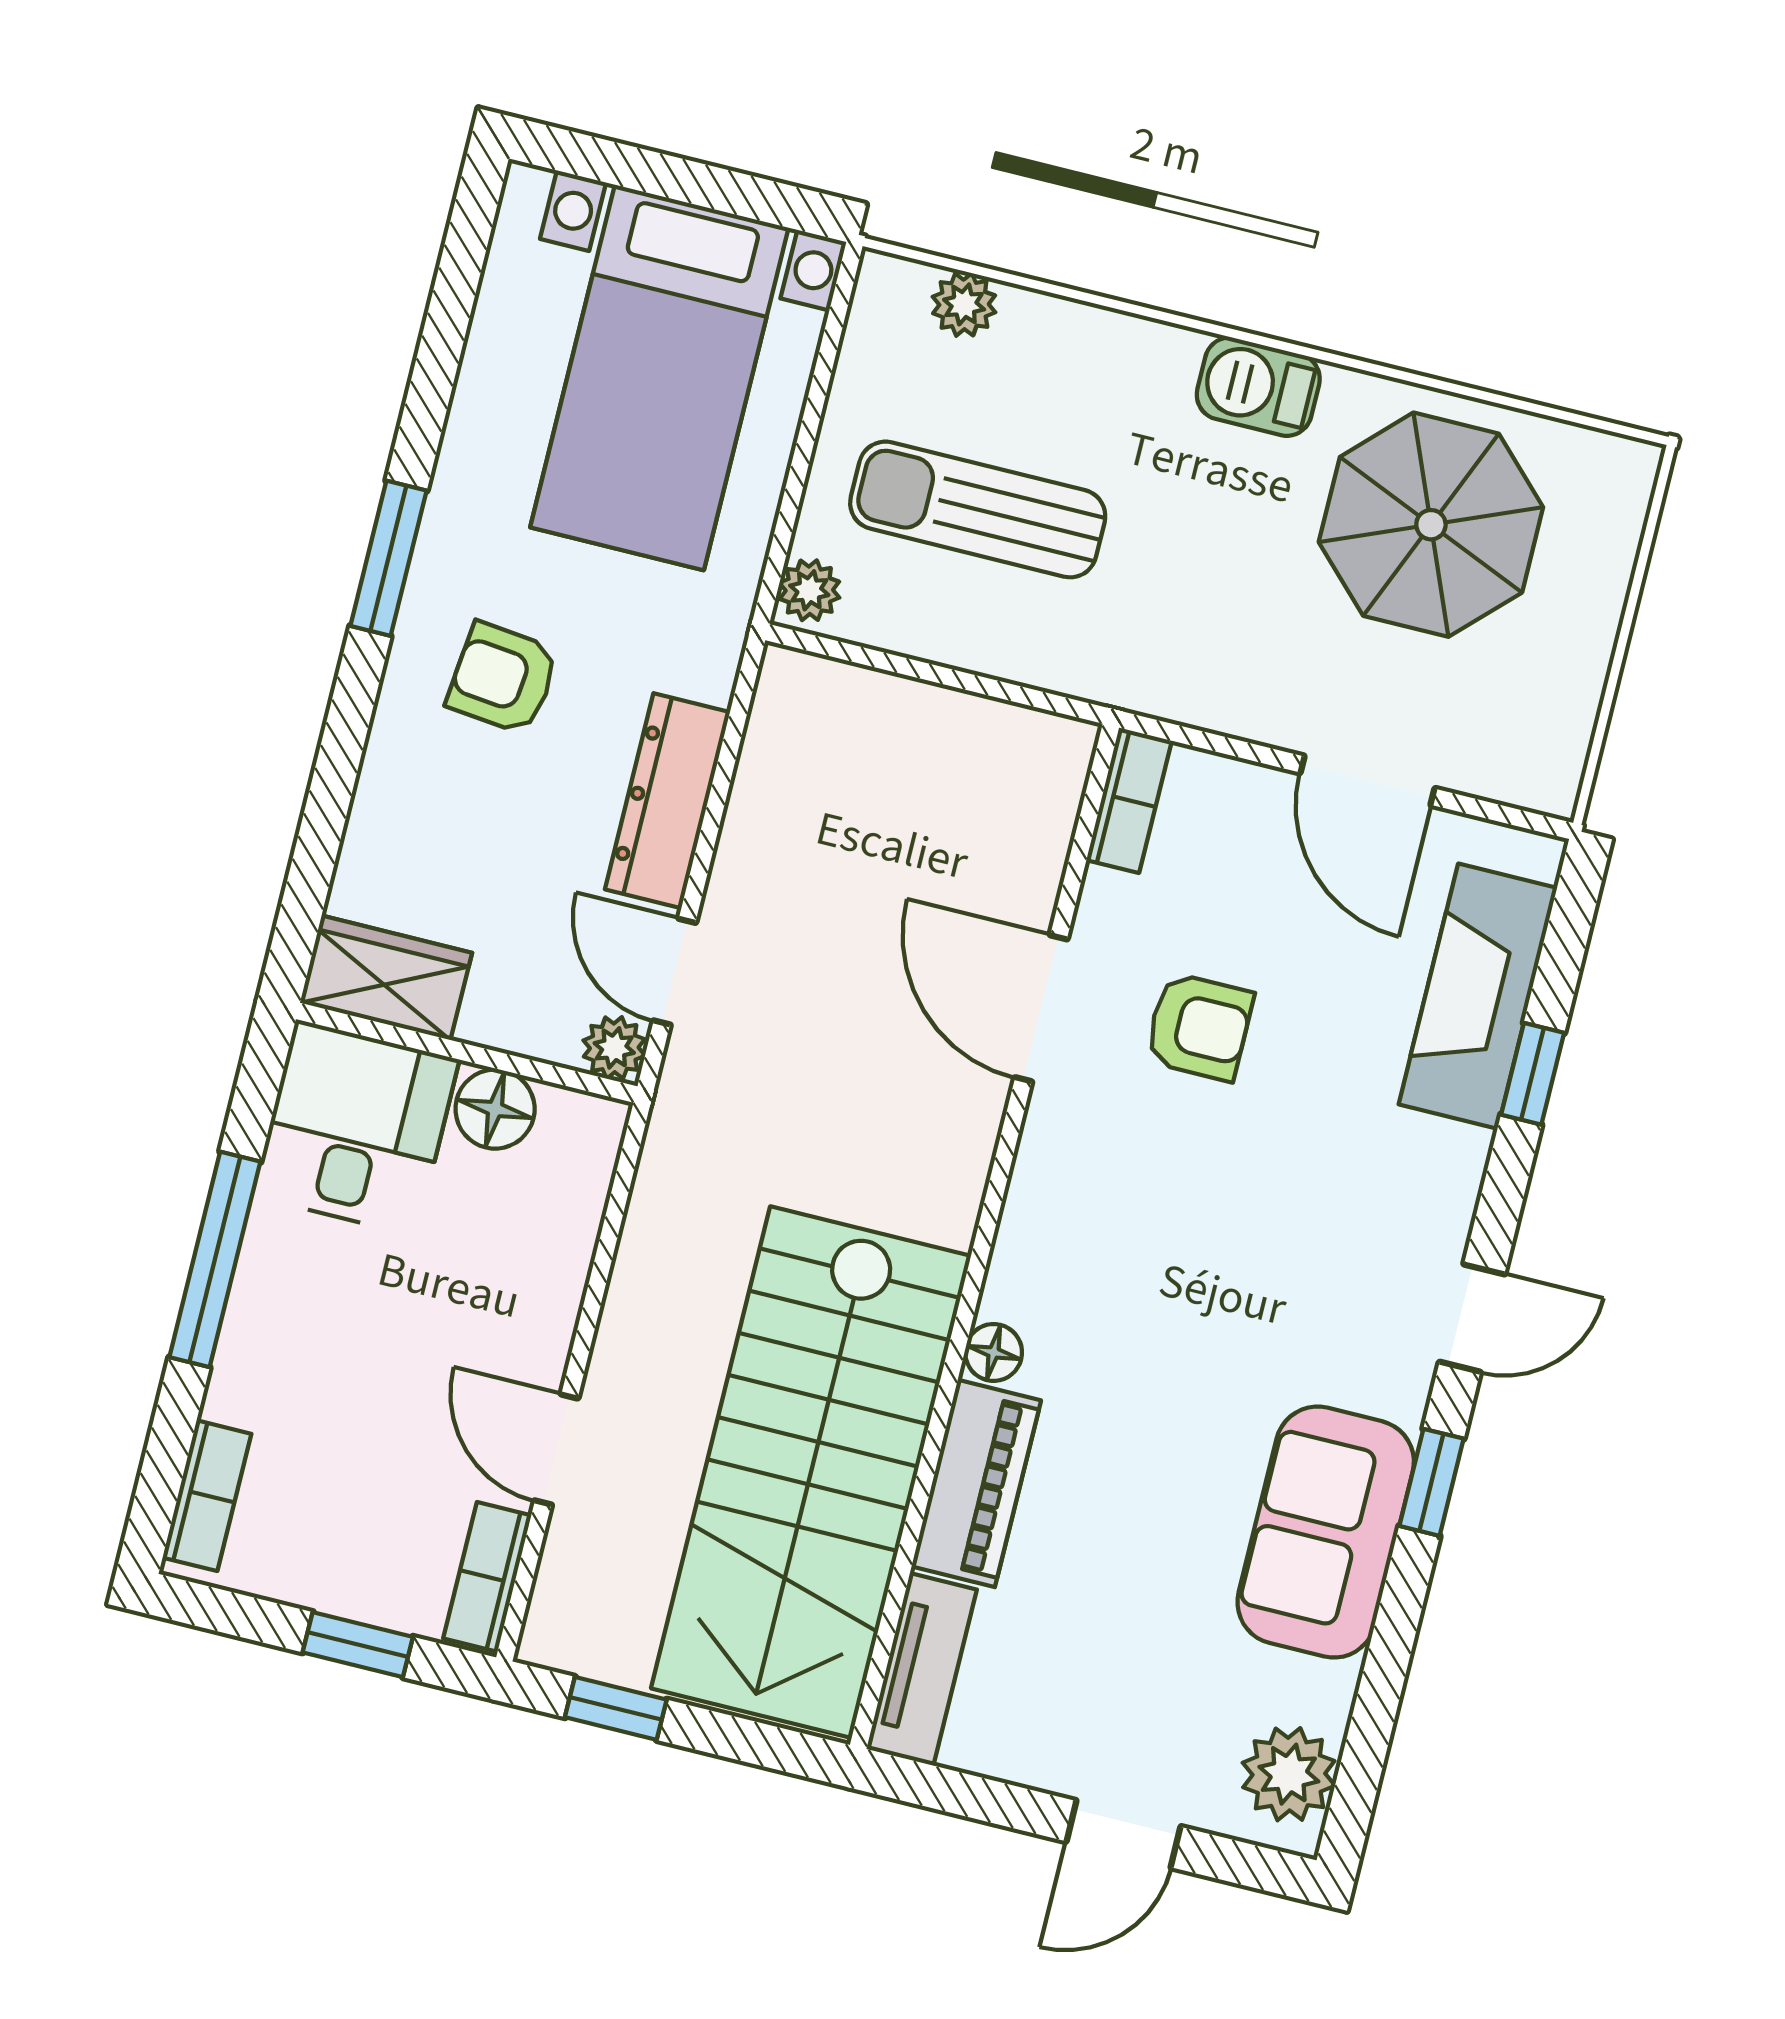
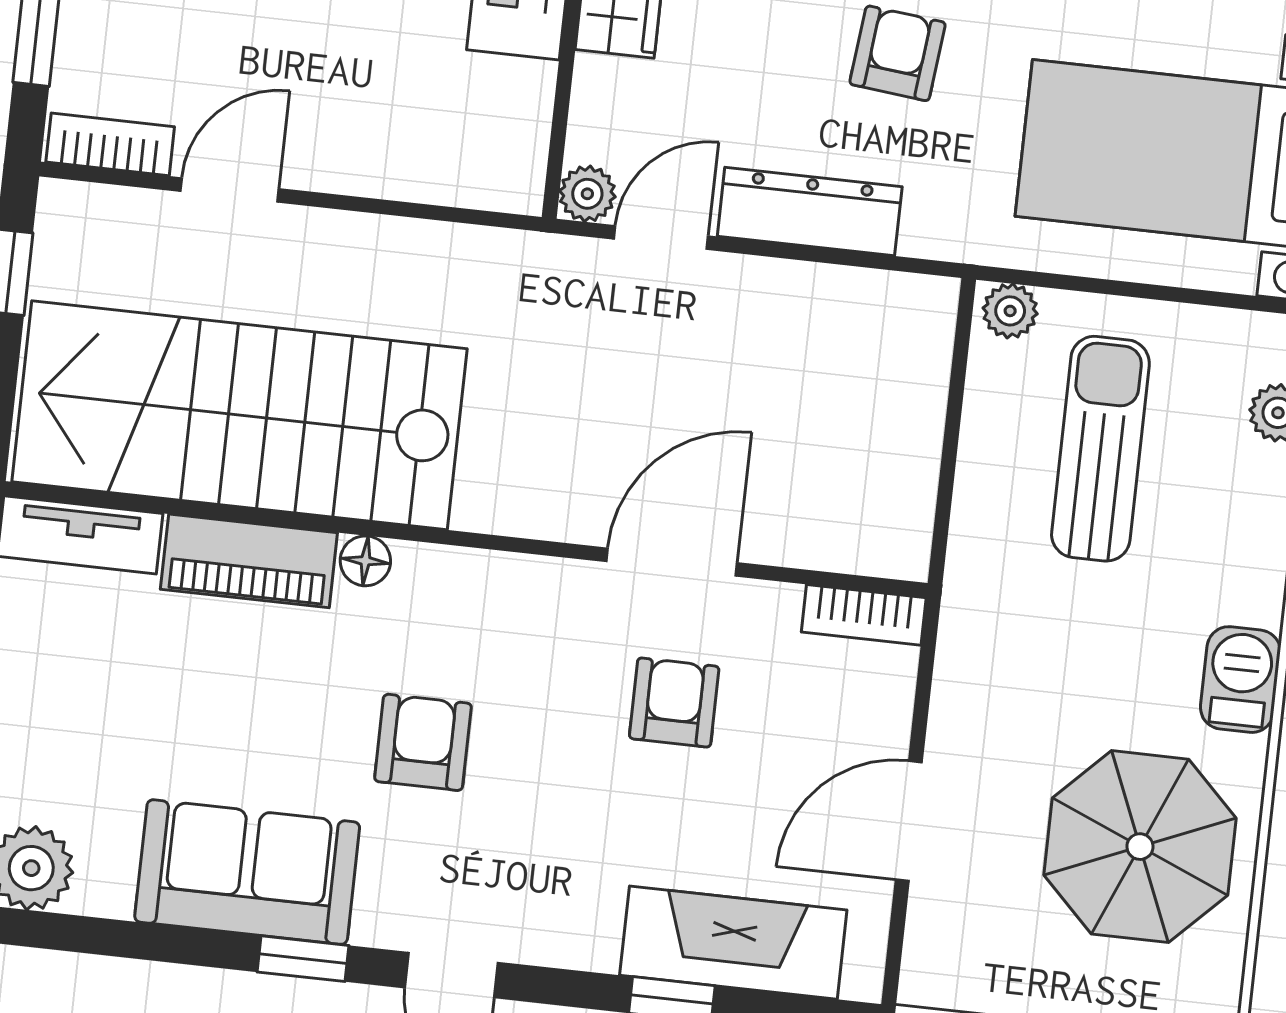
armchair: (1199, 1027) -> (674, 702), turned 180
floor lamp: (495, 1109) -> (520, 97), removed
armchair: (1206, 1315) -> (423, 742), added

